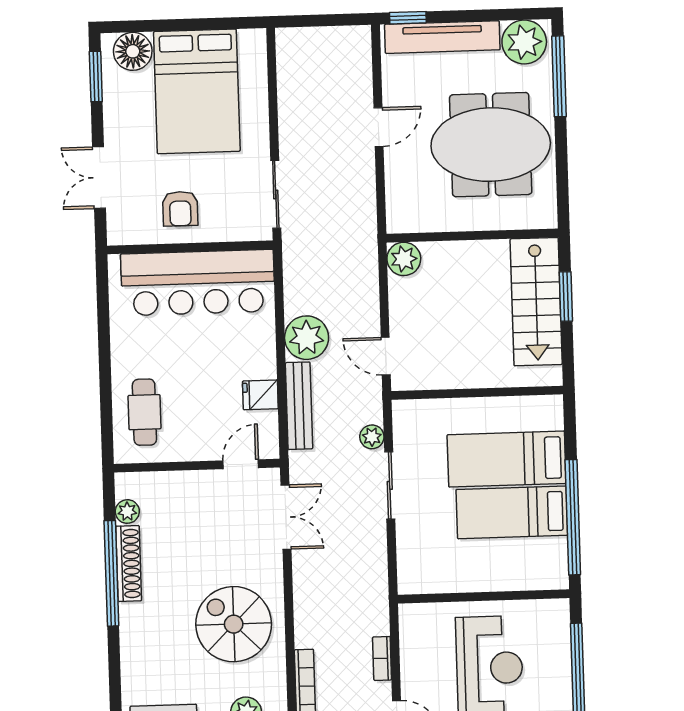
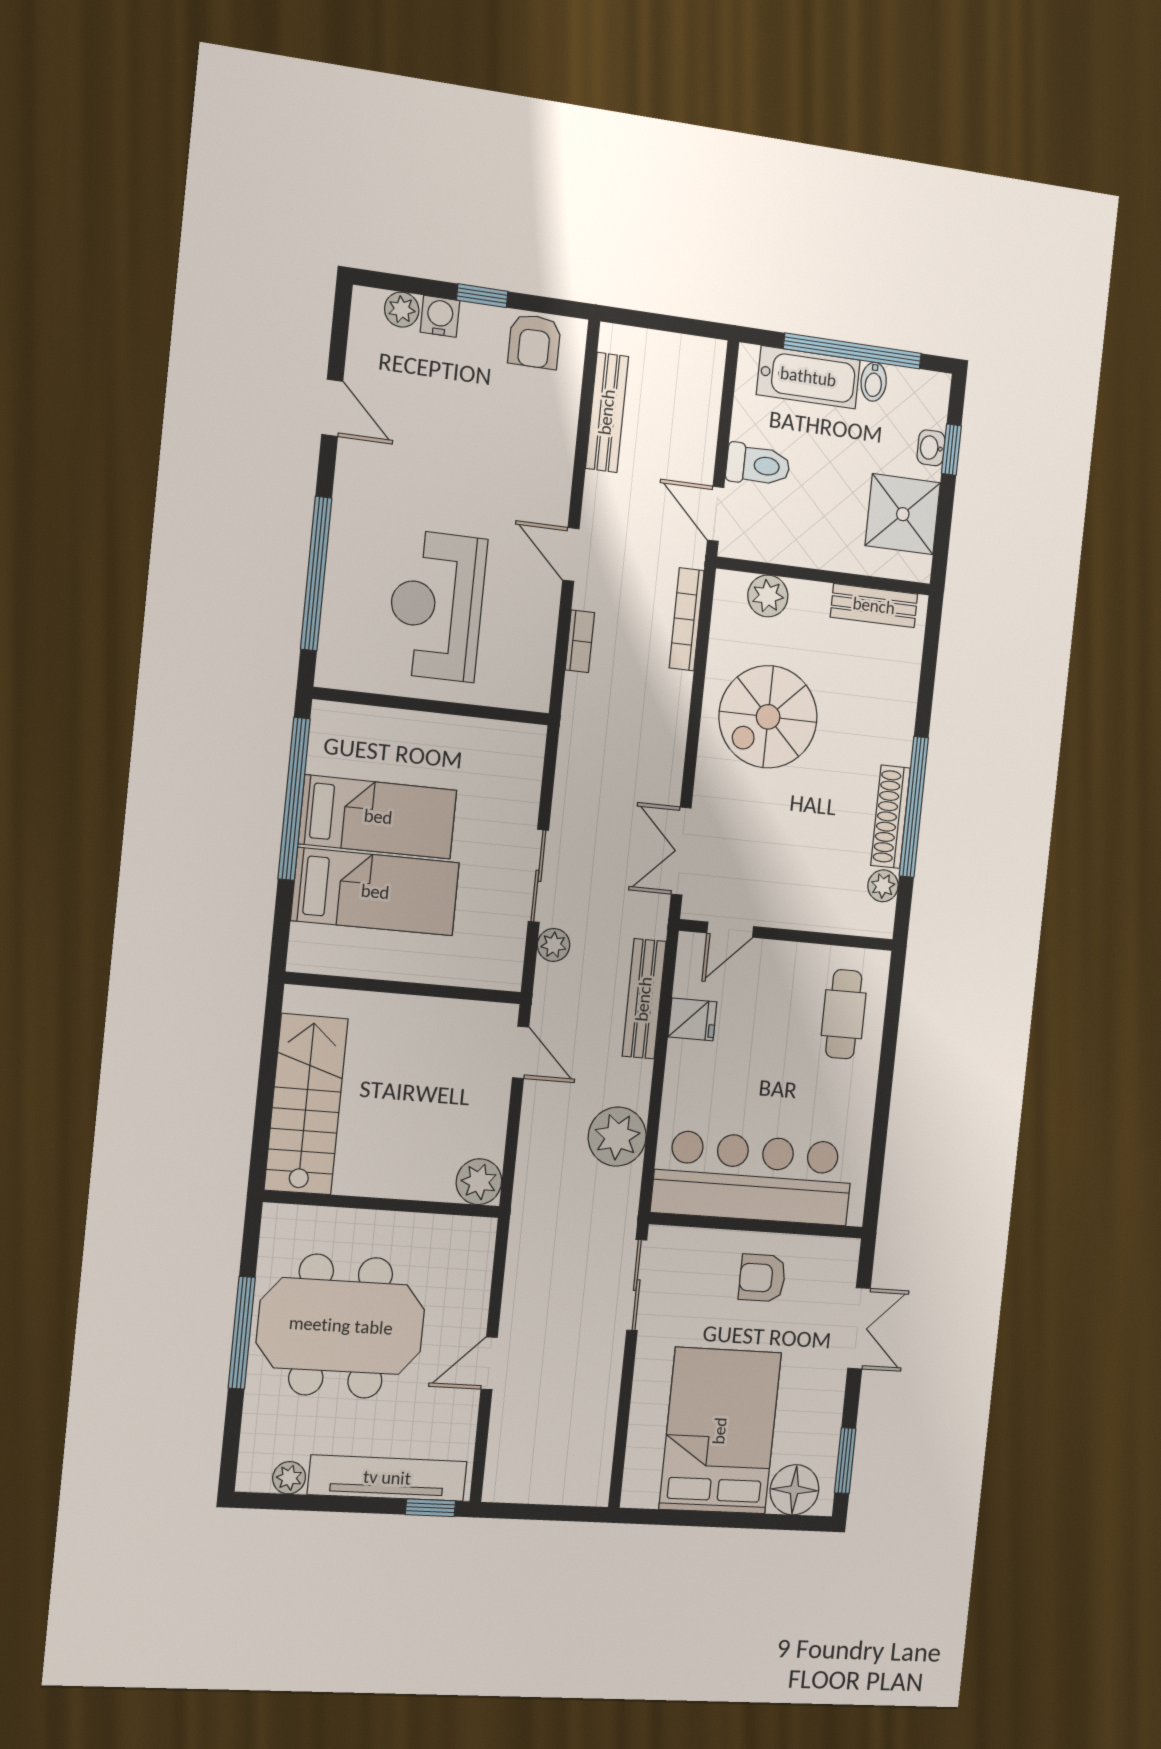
plant: (524, 42) -> (289, 1478), width x0.53, depth x0.53
window: (559, 76) -> (242, 1333), moved
armchair: (180, 209) -> (762, 1278), turned -90
window: (566, 297) -> (264, 1107), removed
plant: (307, 338) -> (617, 1137), moved
spiral stairs: (234, 624) -> (768, 717), turned 90

